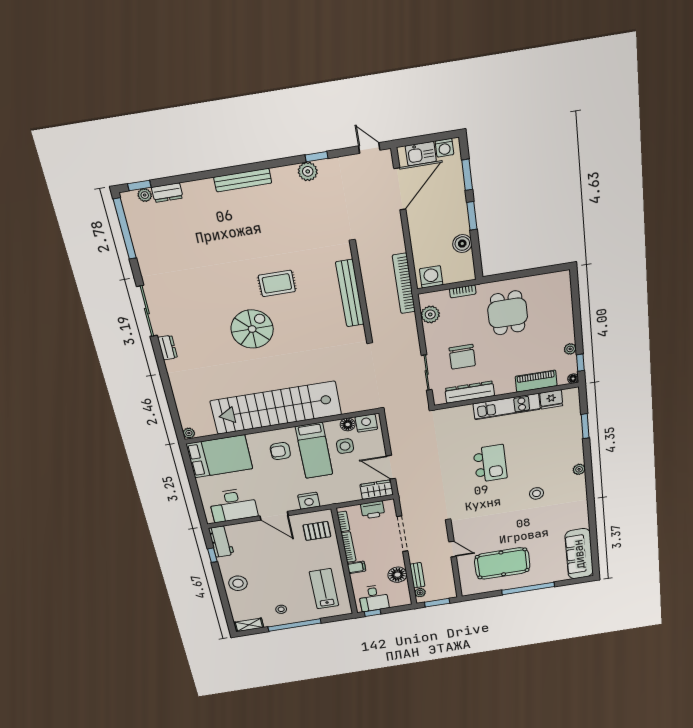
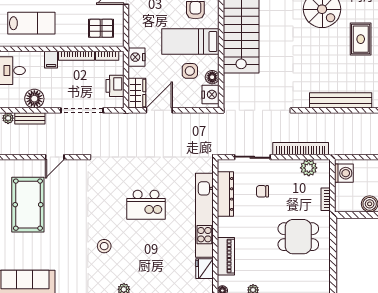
bookcase: (404, 284) -> (301, 149), moved
chair: (462, 357) -> (262, 191), width x0.54, depth x0.54
kitchen unit: (507, 407) -> (204, 215), width x1.36
nightstand: (309, 501) -> (137, 57), moved
pallet: (317, 531) -> (101, 28), turned 90

